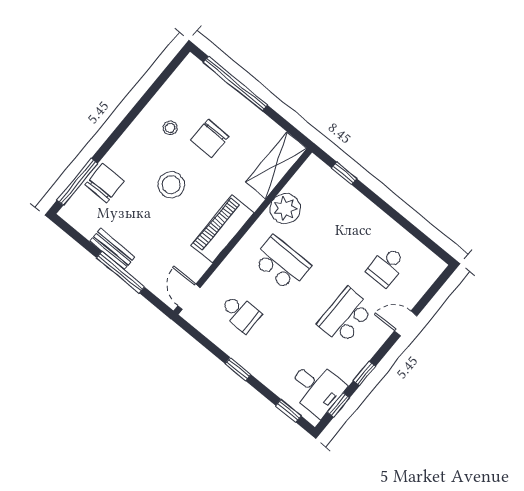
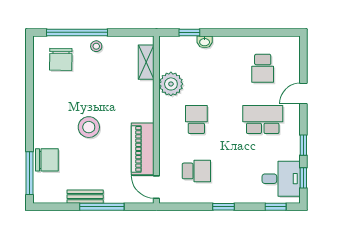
stool: (170, 128) -> (96, 46), moved
chair: (210, 138) -> (61, 59), moved
shelving: (276, 166) -> (146, 62), width x0.67, depth x0.75
chair: (105, 183) -> (47, 160), turned 90
washbasin: (351, 195) -> (205, 42), added
piano: (223, 229) -> (143, 149), moved
school desk: (281, 263) -> (196, 120), width x0.54
school desk: (346, 316) -> (263, 120), turned 90

